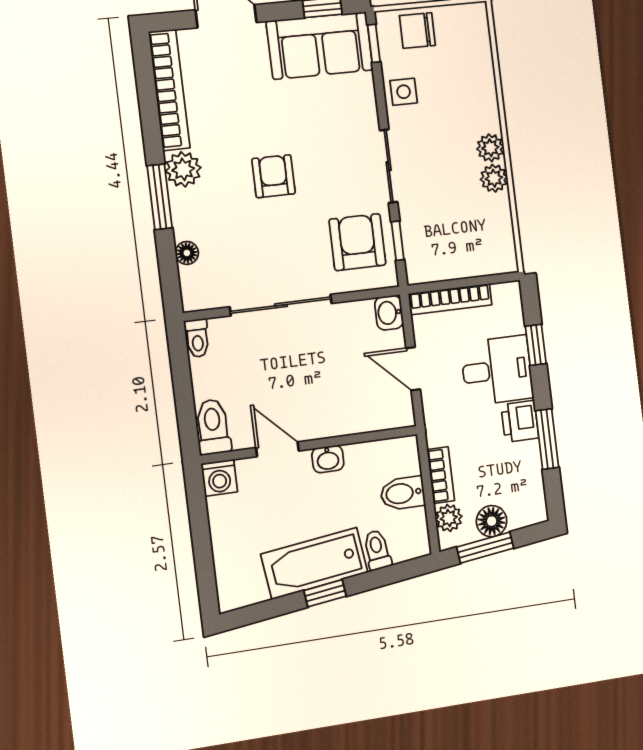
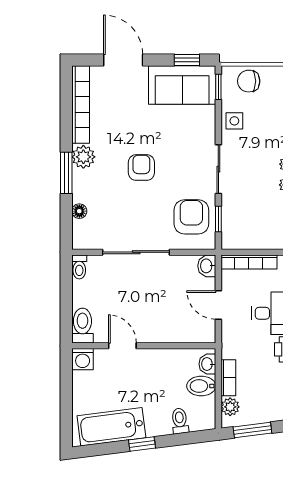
washbasin: (328, 459) -> (207, 364), moved, turned 90
floor lamp: (492, 521) -> (259, 413), removed
bathtub: (314, 563) -> (111, 427), moved

